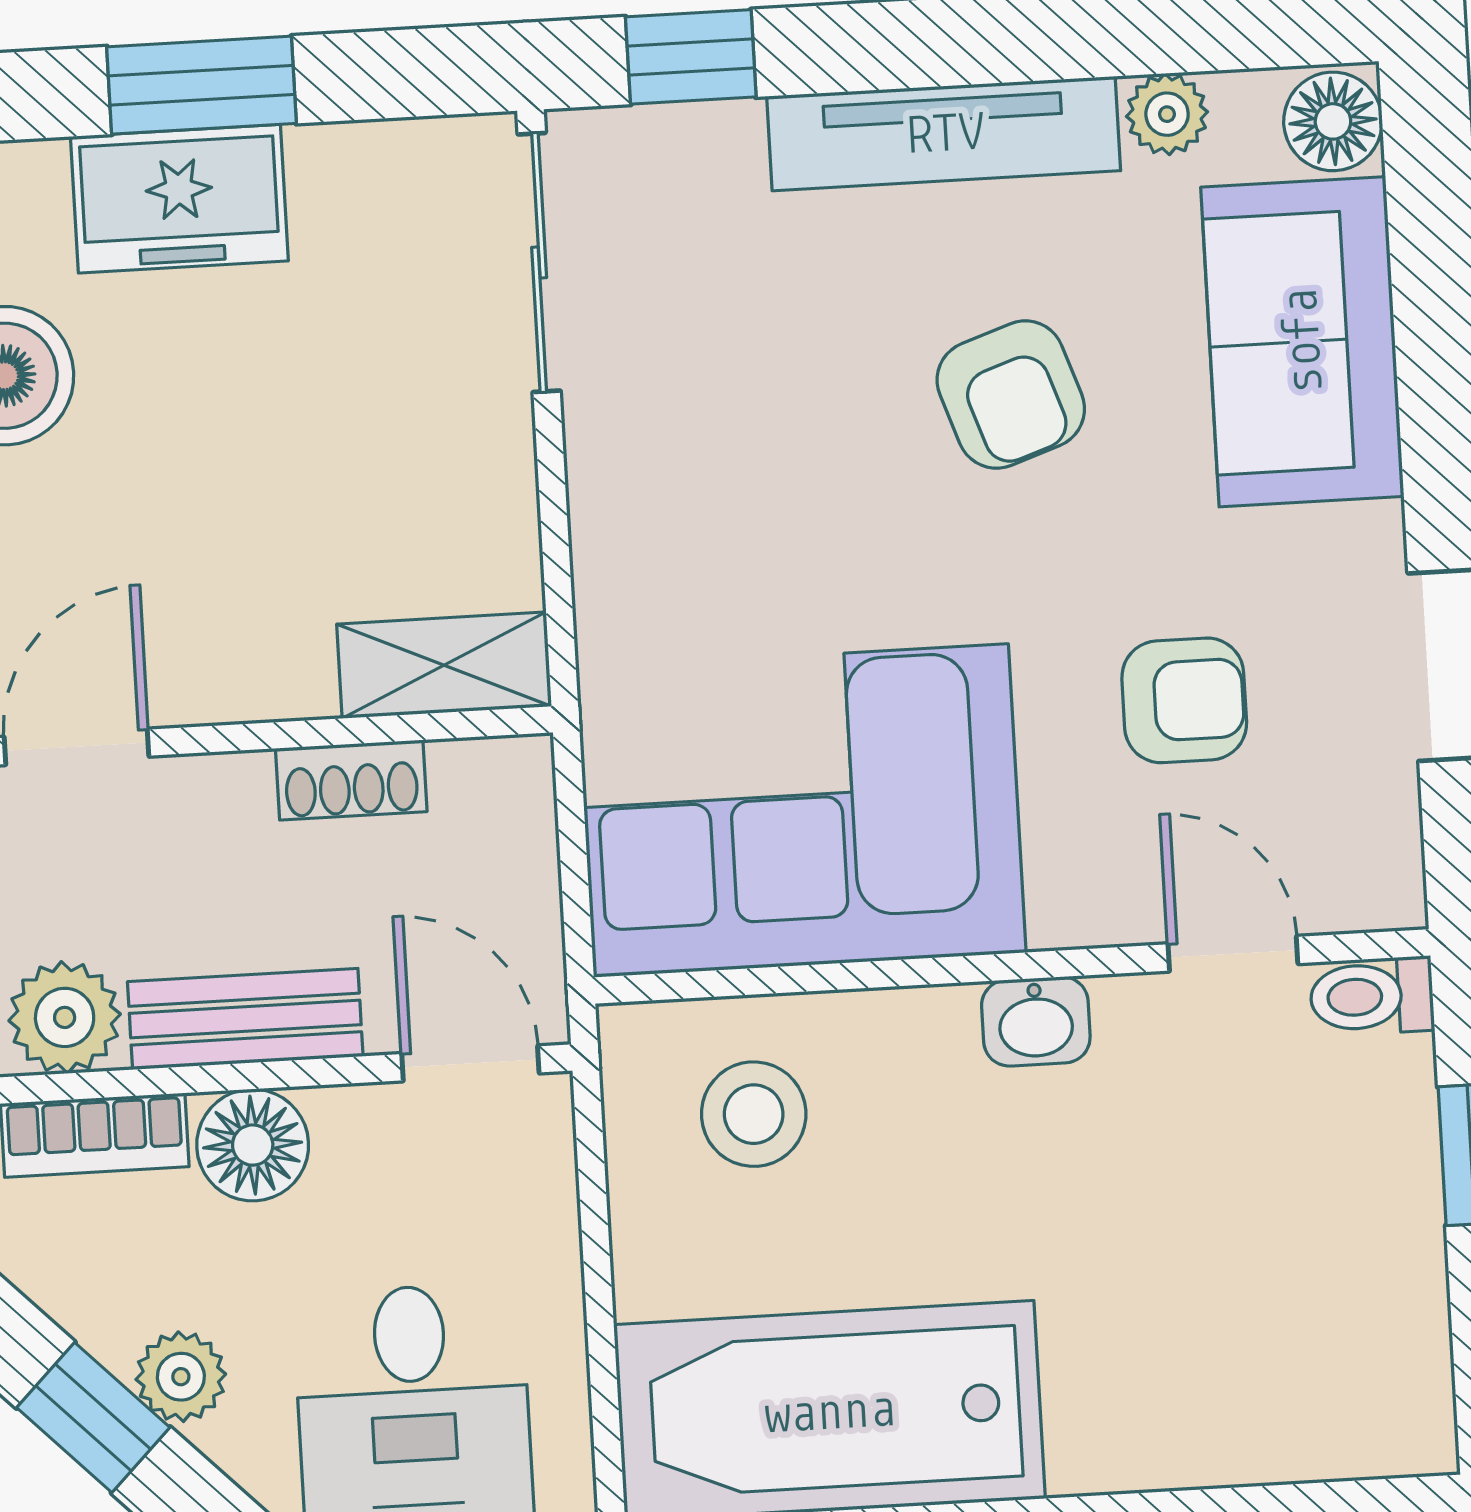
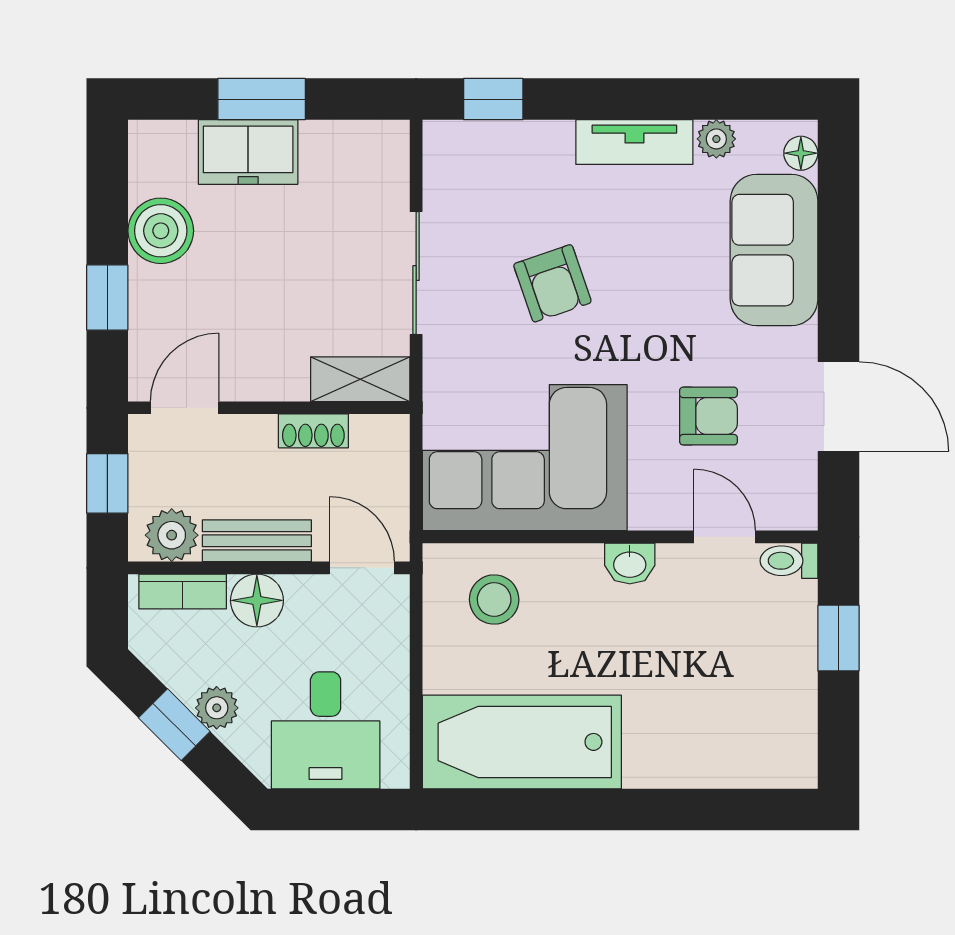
floor lamp: (1333, 121) -> (801, 153), width x0.73, depth x0.73
tv unit: (944, 134) -> (634, 142), width x0.71
sliding door: (539, 262) -> (416, 273), moved
armchair: (1011, 395) -> (552, 283), moved

